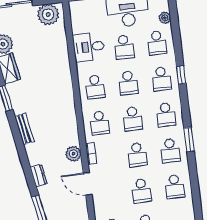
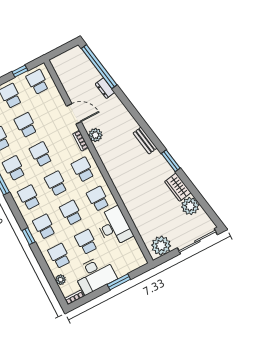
desk: (89, 47) -> (114, 227), width x1.37
dresser: (39, 176) -> (105, 88), moved

